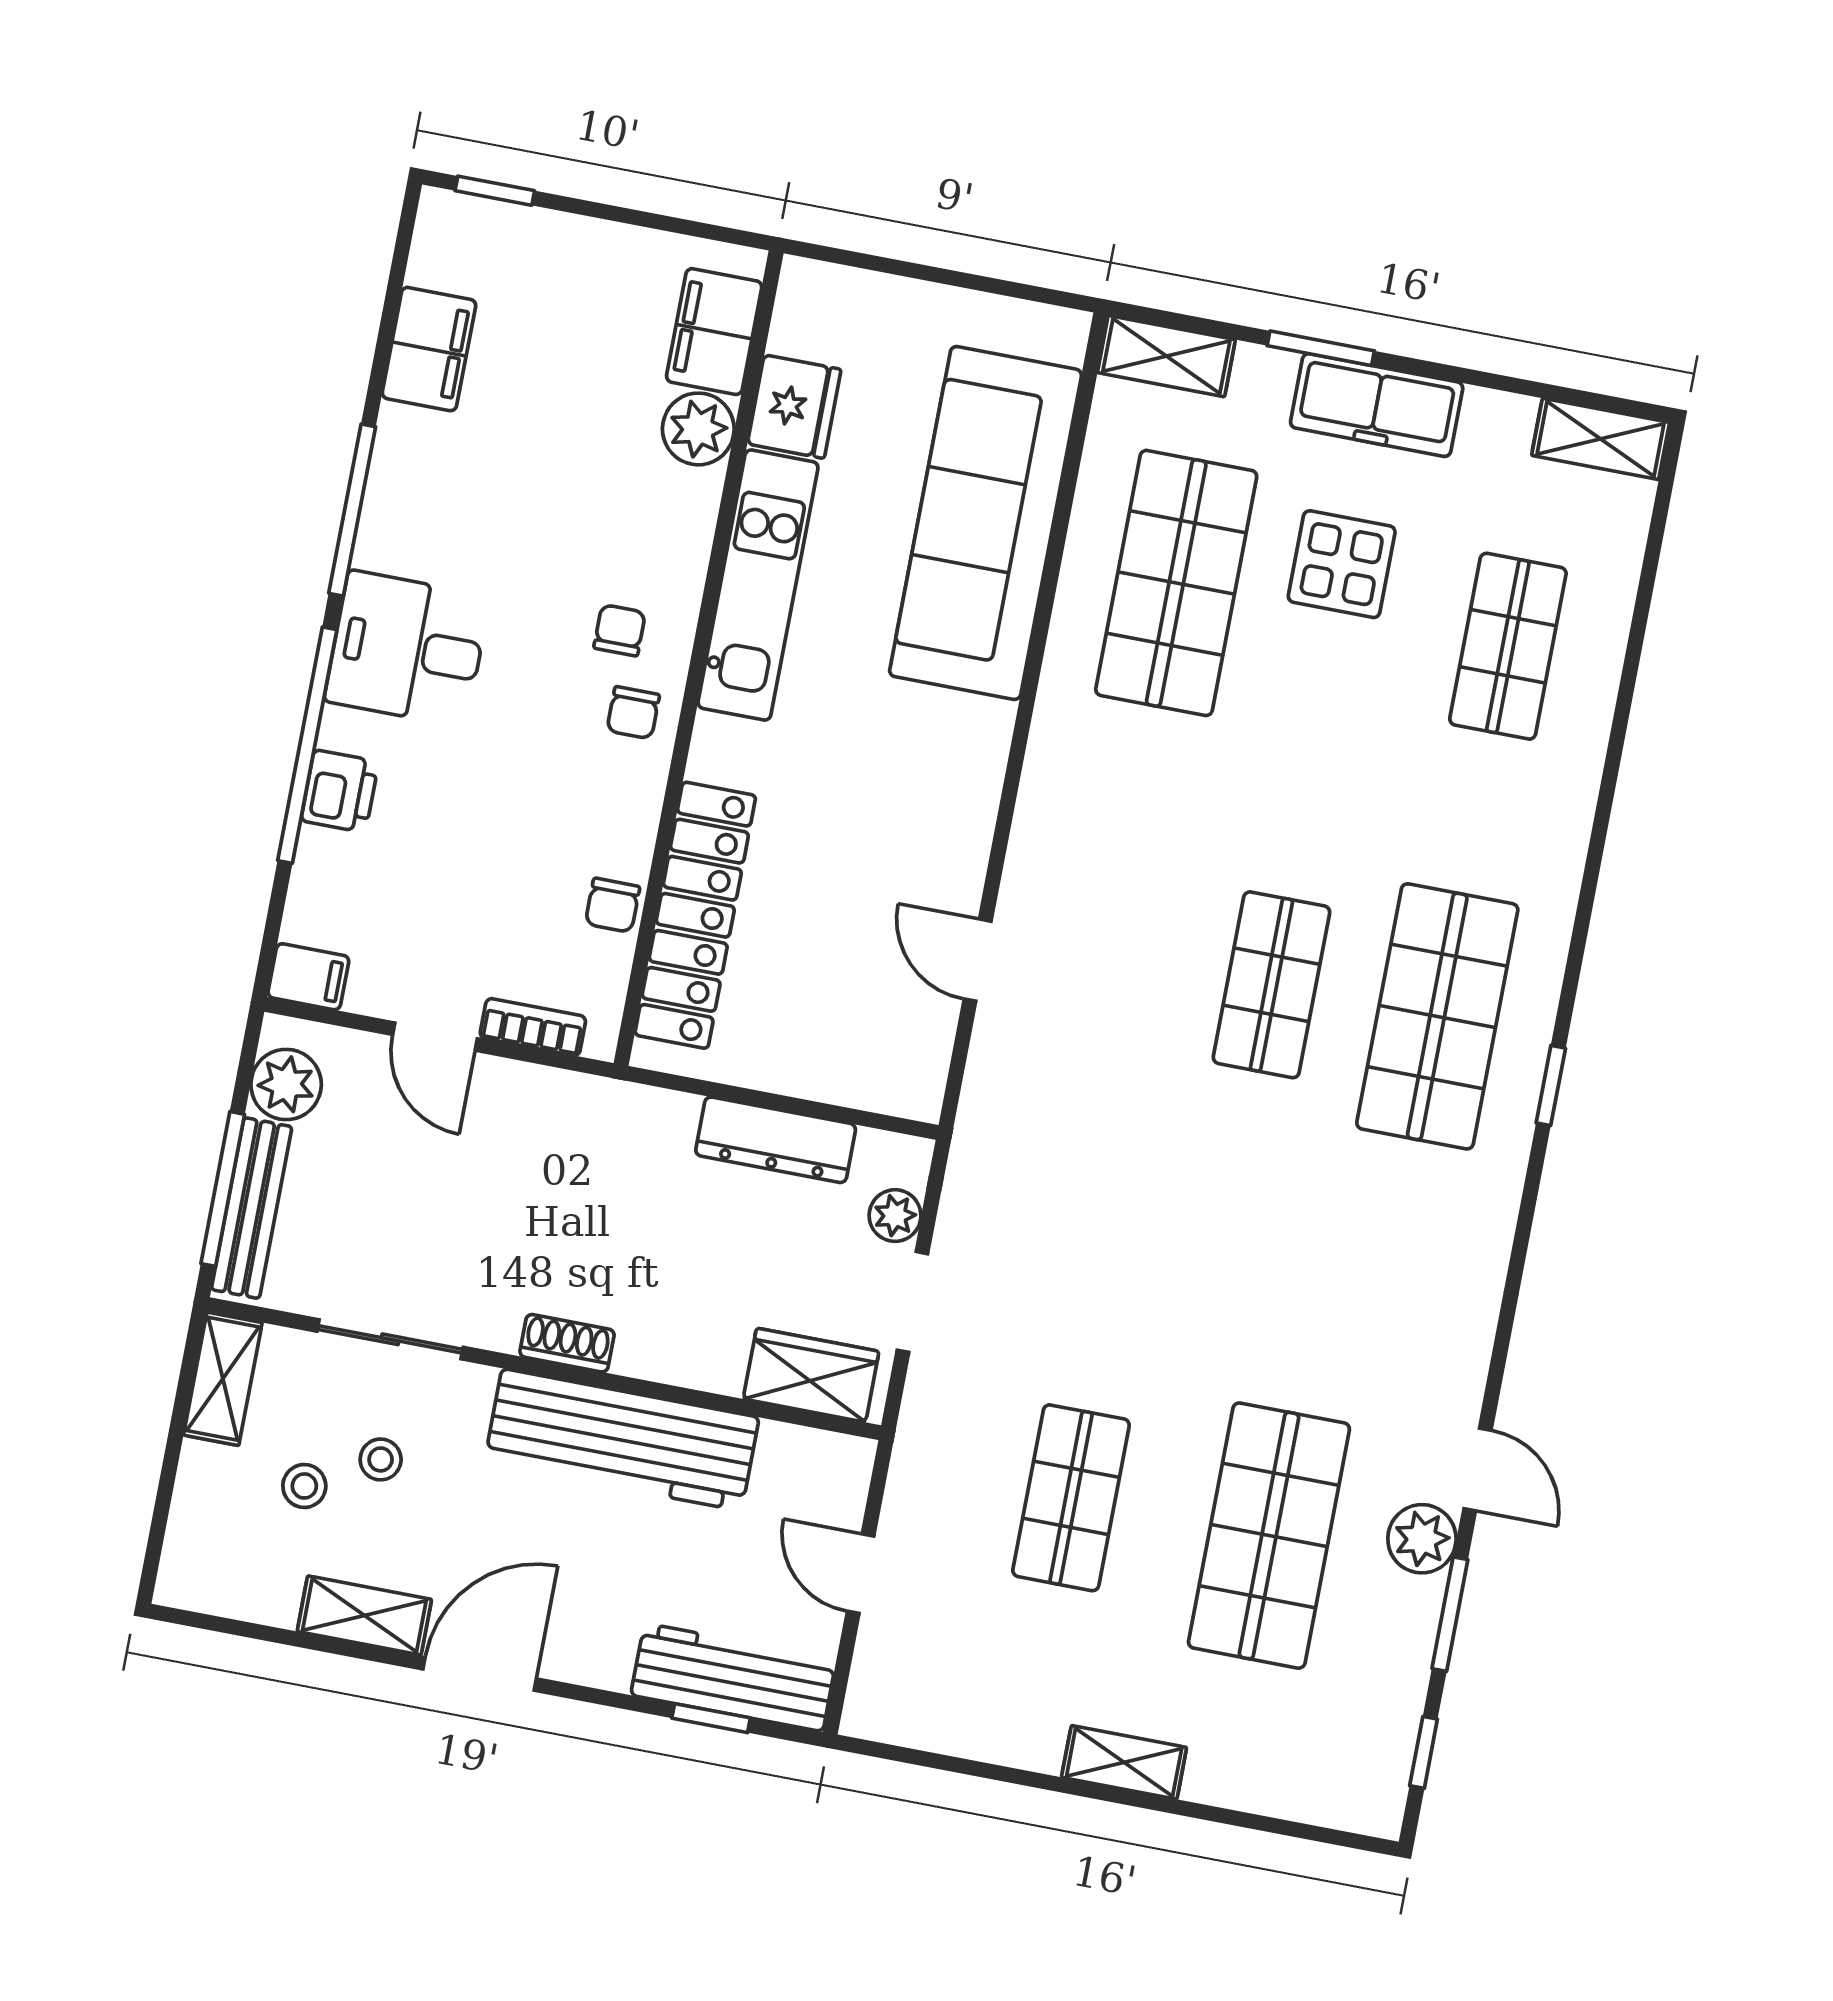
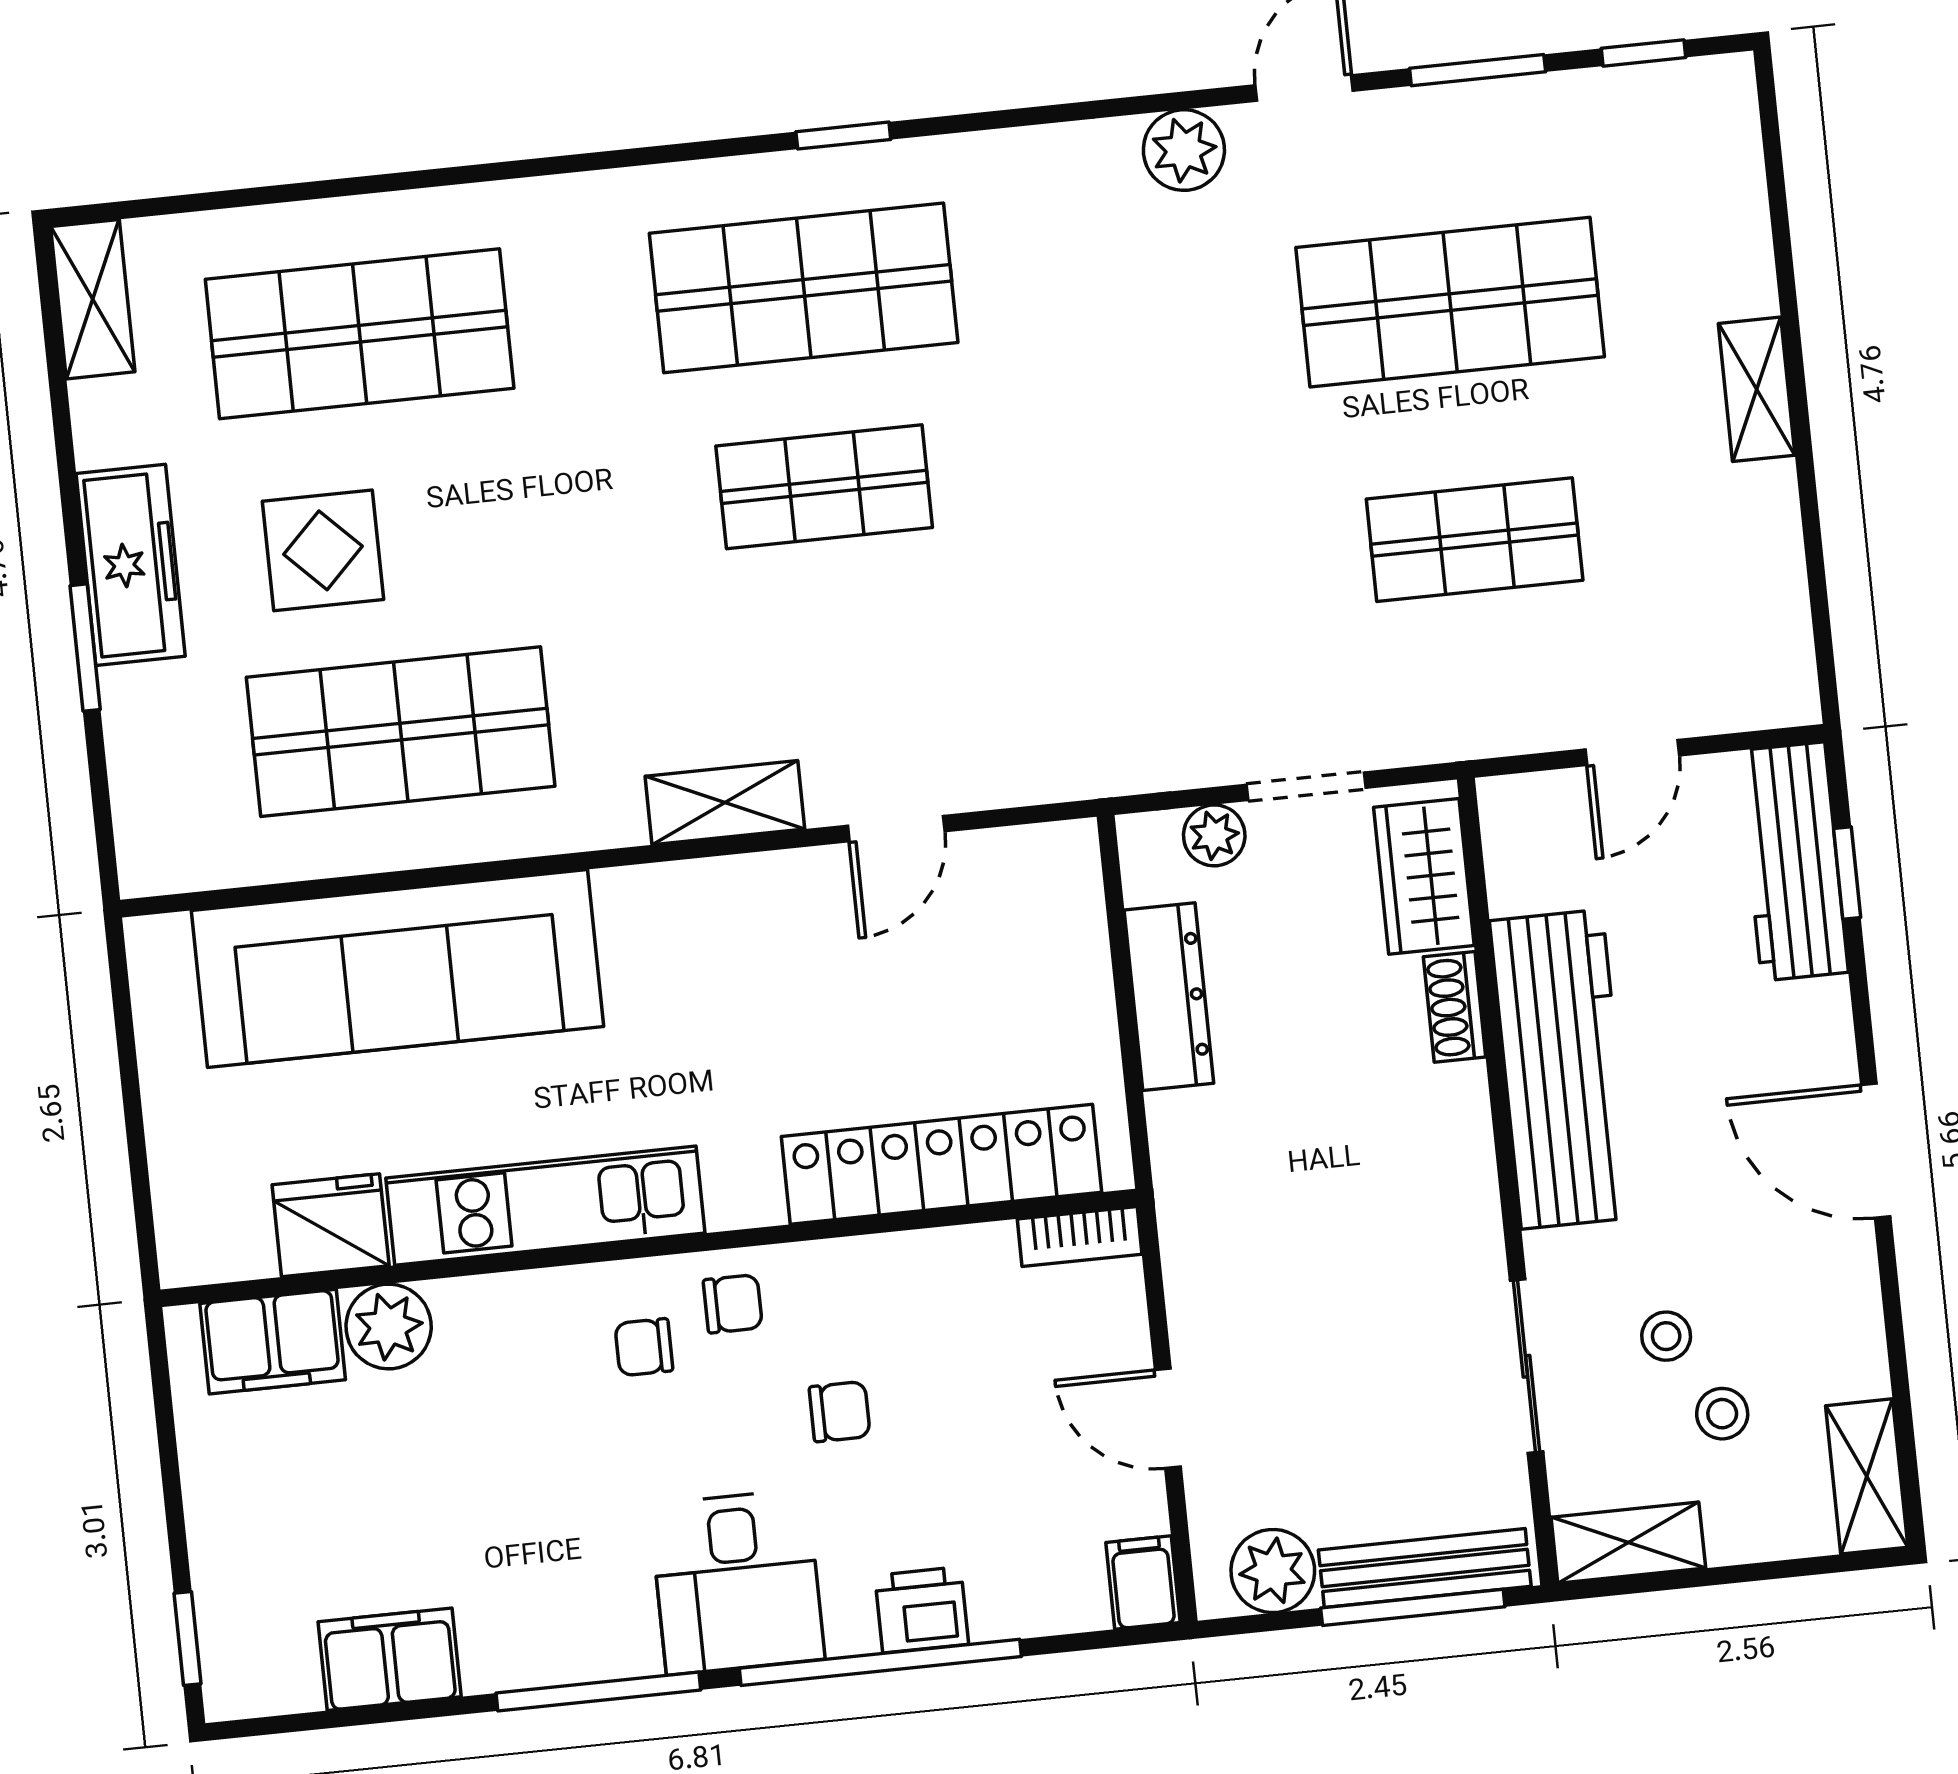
shelving: (1166, 356) -> (725, 803), moved, turned 90
shop shelf: (1508, 646) -> (360, 334), width x1.43, depth x1.36
chair: (613, 905) -> (840, 1412), moved
bookcase: (533, 1027) -> (1080, 1237), moved, turned -90
door: (435, 1037) -> (1168, 1418), swing flipped
shoe rack: (567, 1343) -> (1455, 1007), moved
plant: (1422, 1539) -> (1184, 150), moved
shelving: (364, 1615) -> (1867, 1476), moved

